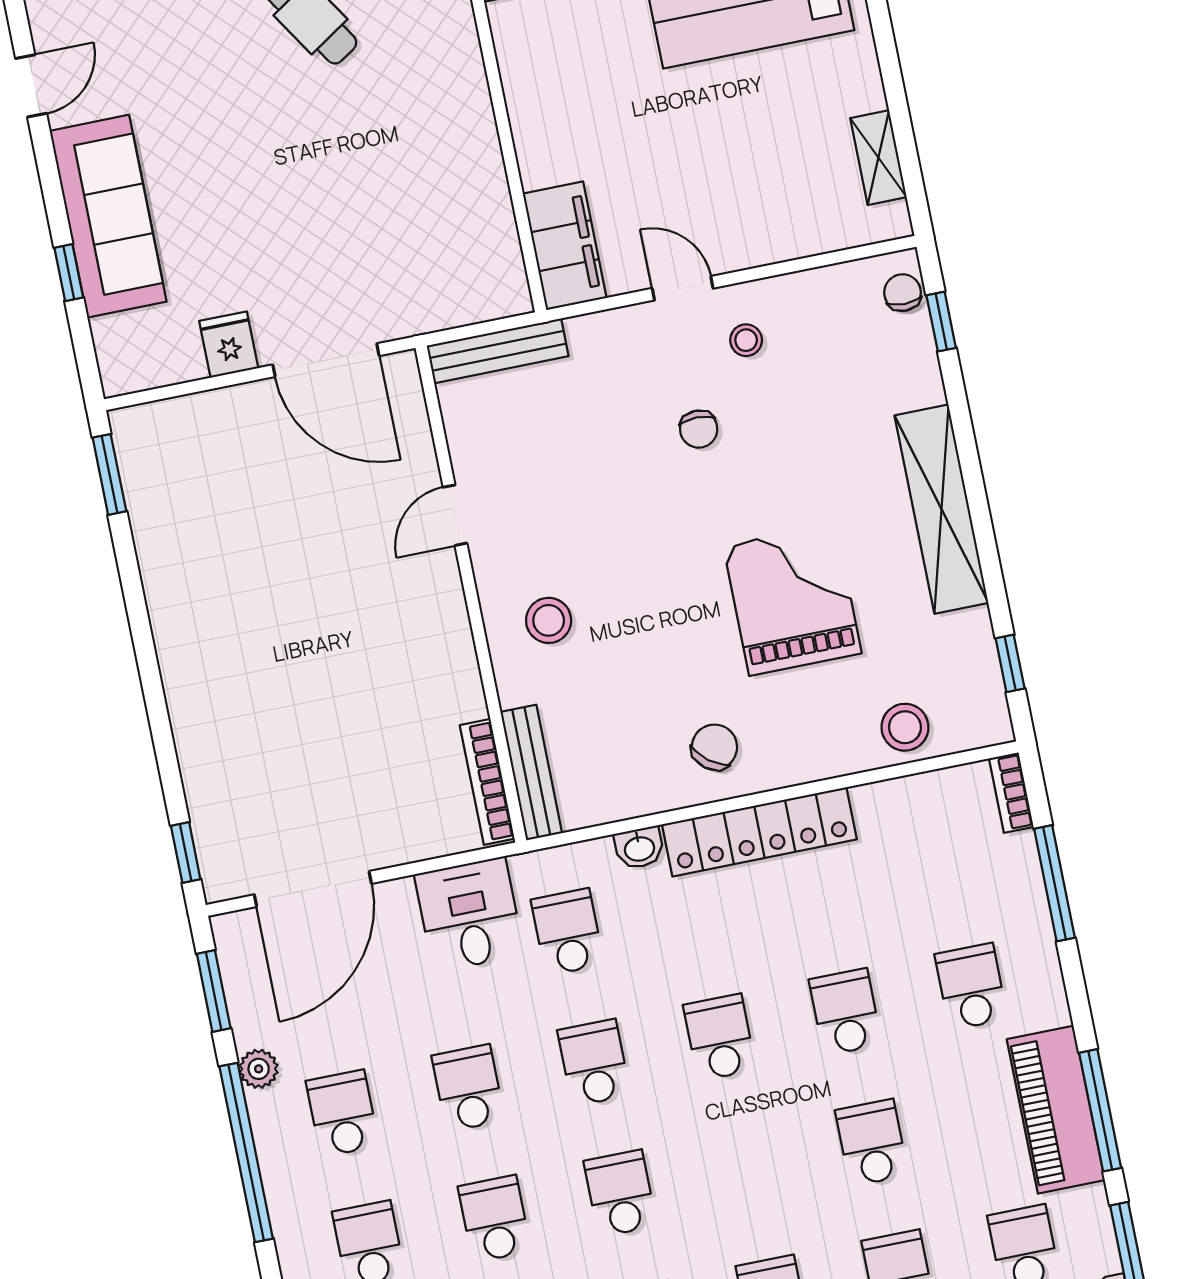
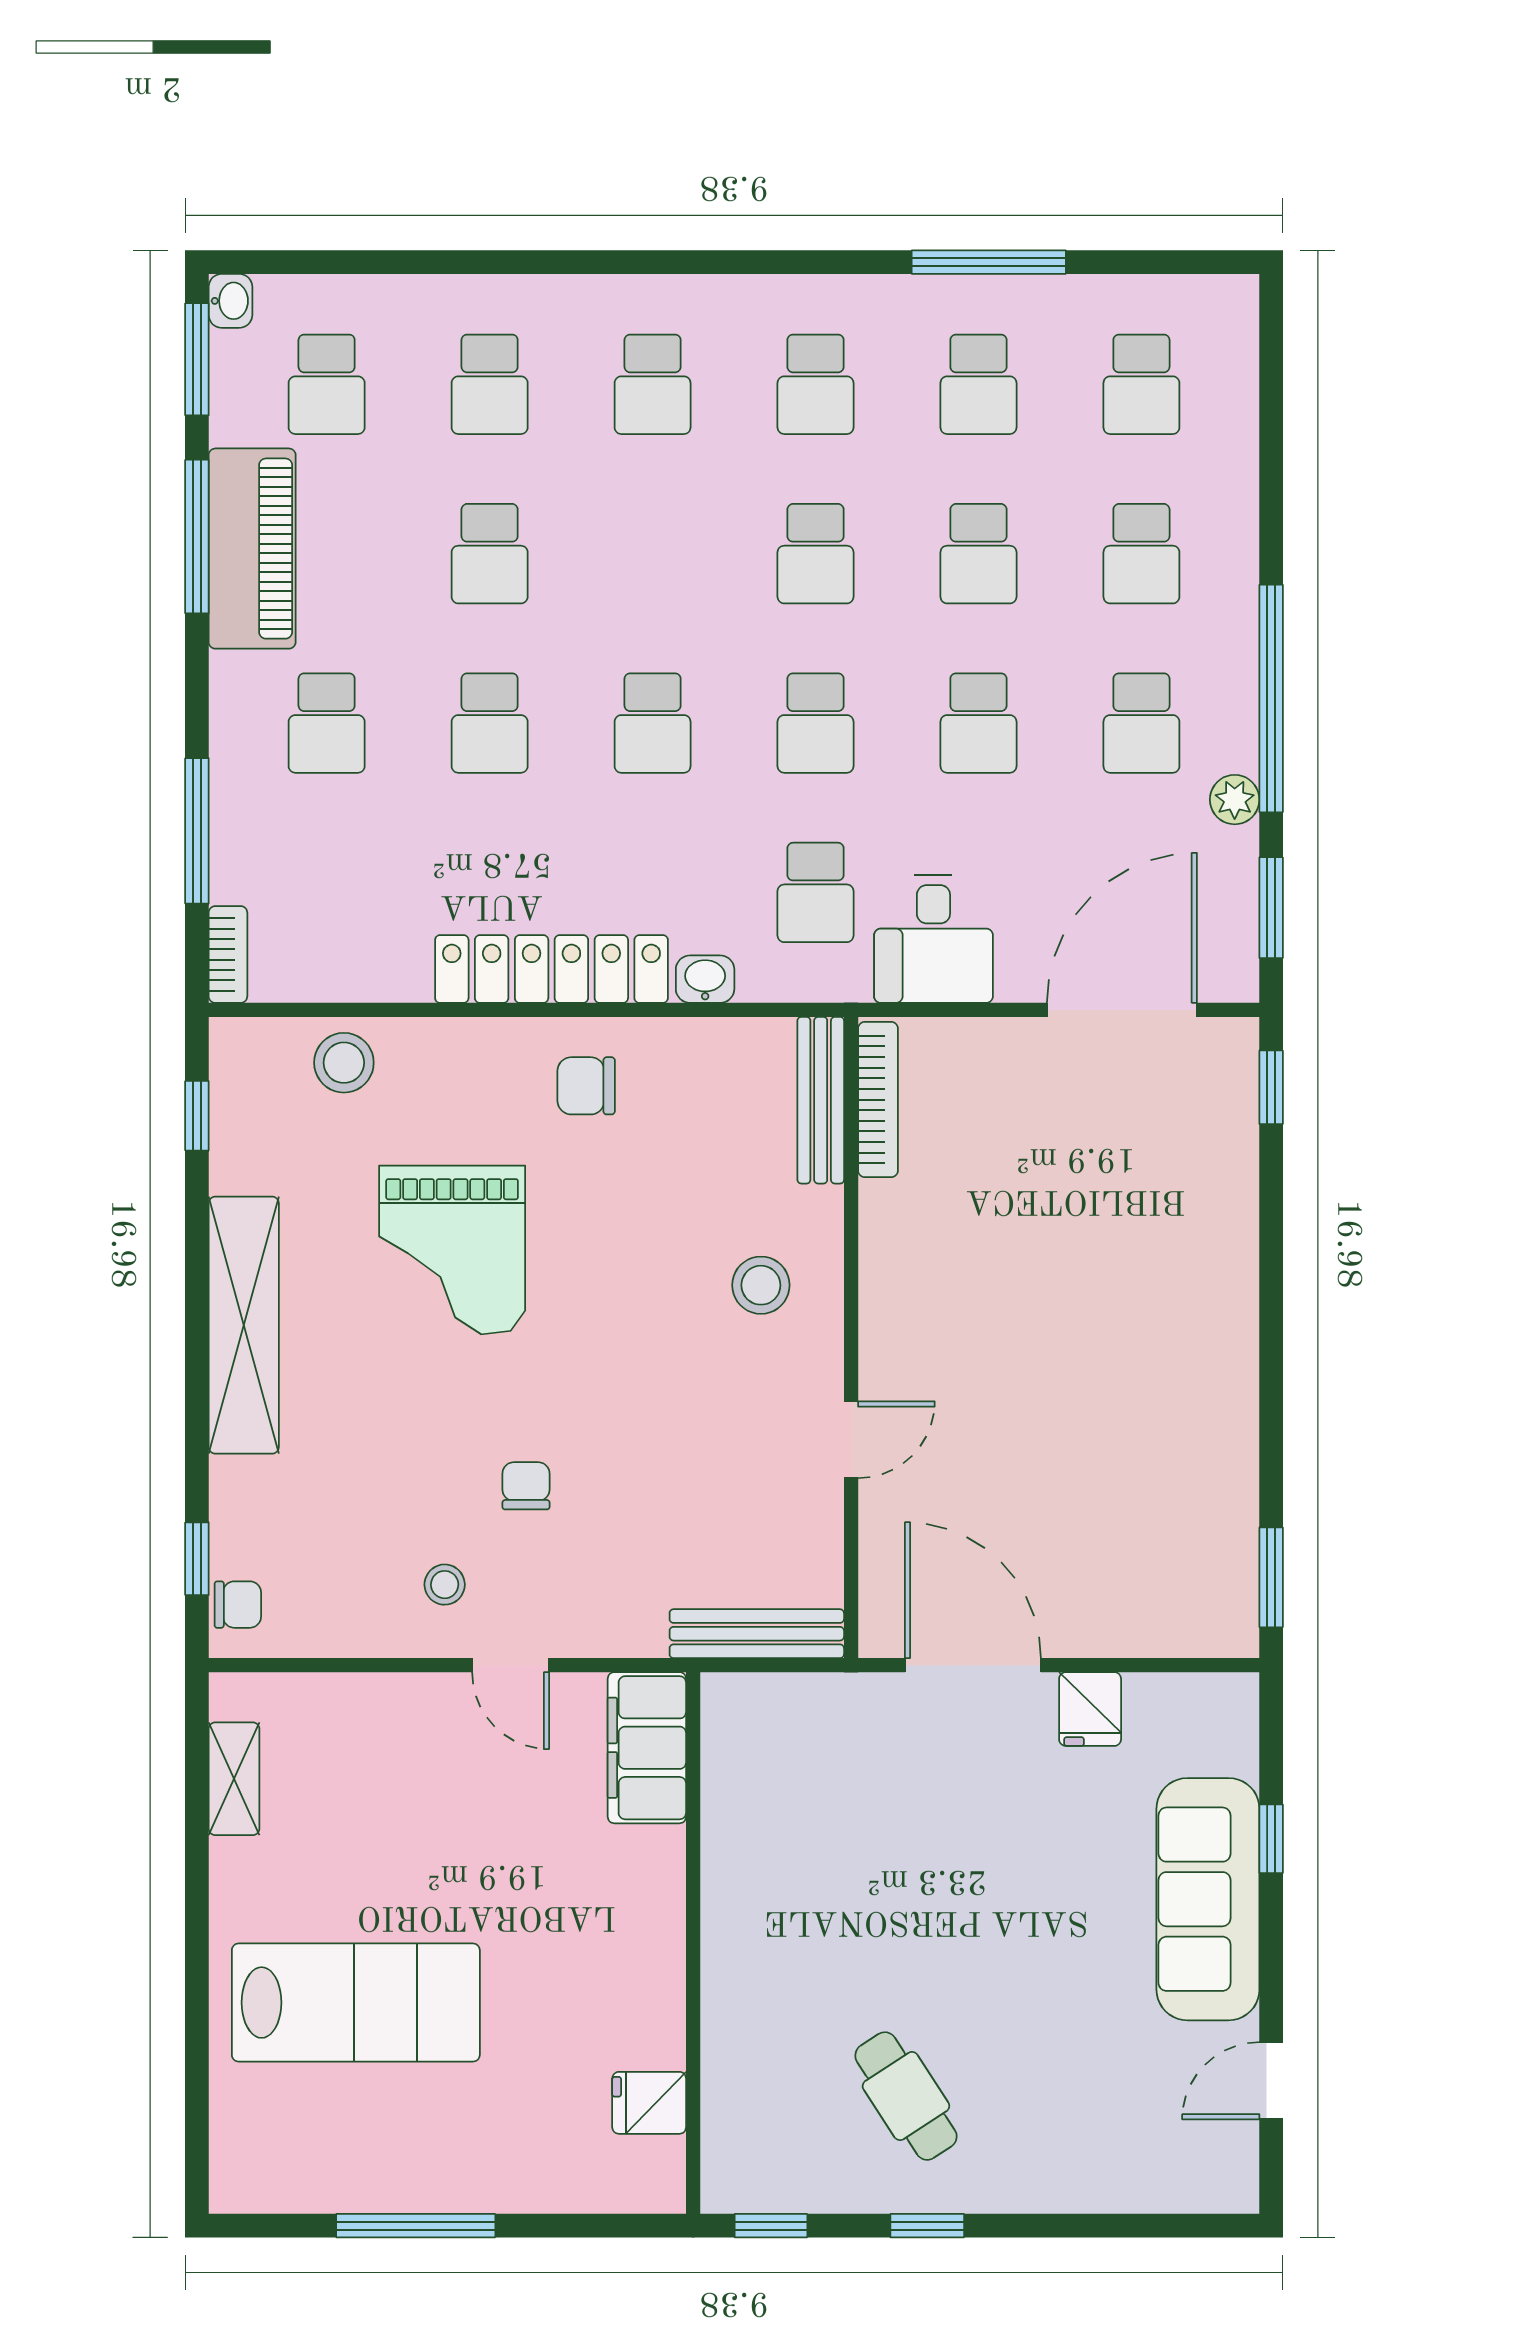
chair: (903, 293) -> (238, 1605), turned -90
chair: (714, 747) -> (586, 1086), turned 52

